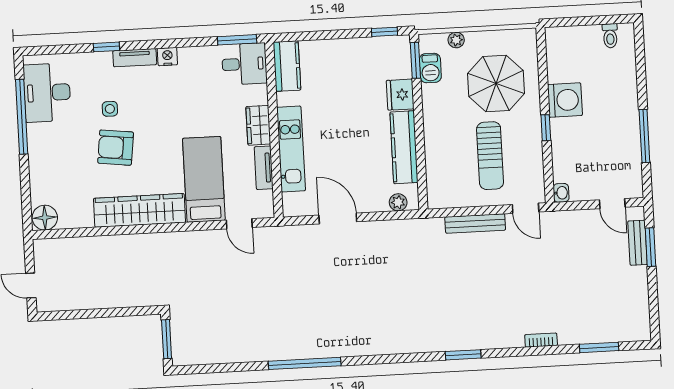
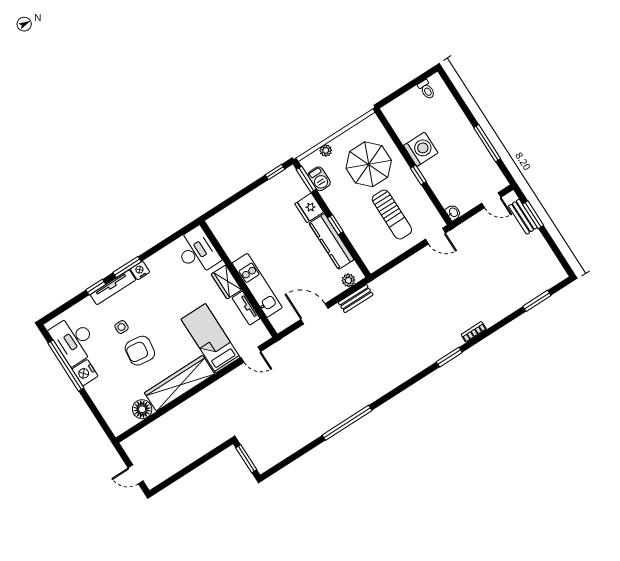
window: (237, 40) -> (127, 267), moved
tv unit: (135, 58) -> (113, 287), width x1.41
desk: (244, 64) -> (197, 251), width x1.37
kitchen counter: (287, 66) -> (223, 232), removed
window: (419, 131) -> (335, 225), added
nightstand: (39, 137) -> (85, 373), added
floor lamp: (45, 218) -> (142, 409), moved
bench: (475, 223) -> (356, 299), moved, width x0.73
bookcase: (541, 340) -> (474, 332), moved

